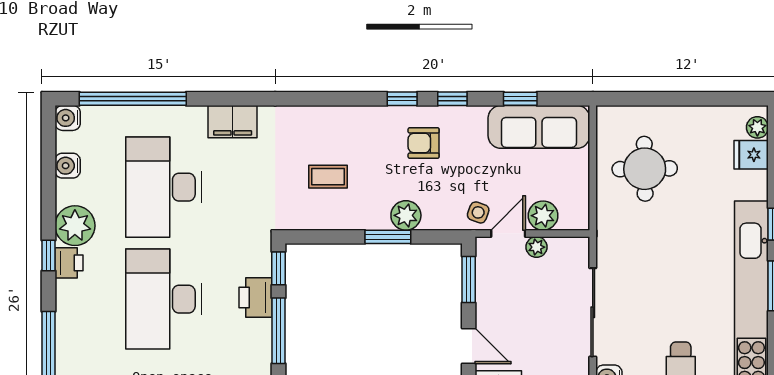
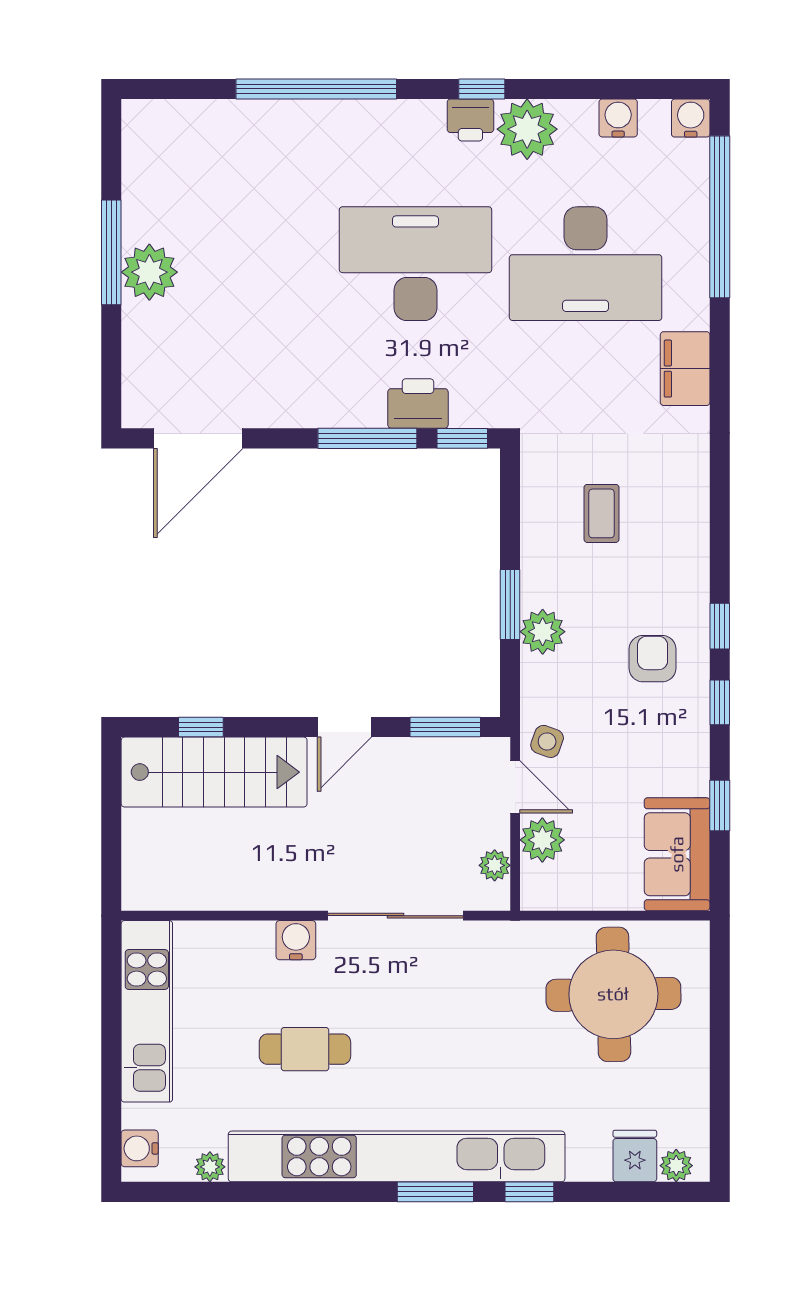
sofa: (539, 127) -> (677, 854), width x0.73
round table: (645, 169) -> (613, 994), width x1.36, depth x1.36
desk: (163, 187) -> (586, 264), turned 180
plant: (537, 247) -> (495, 865), moved

